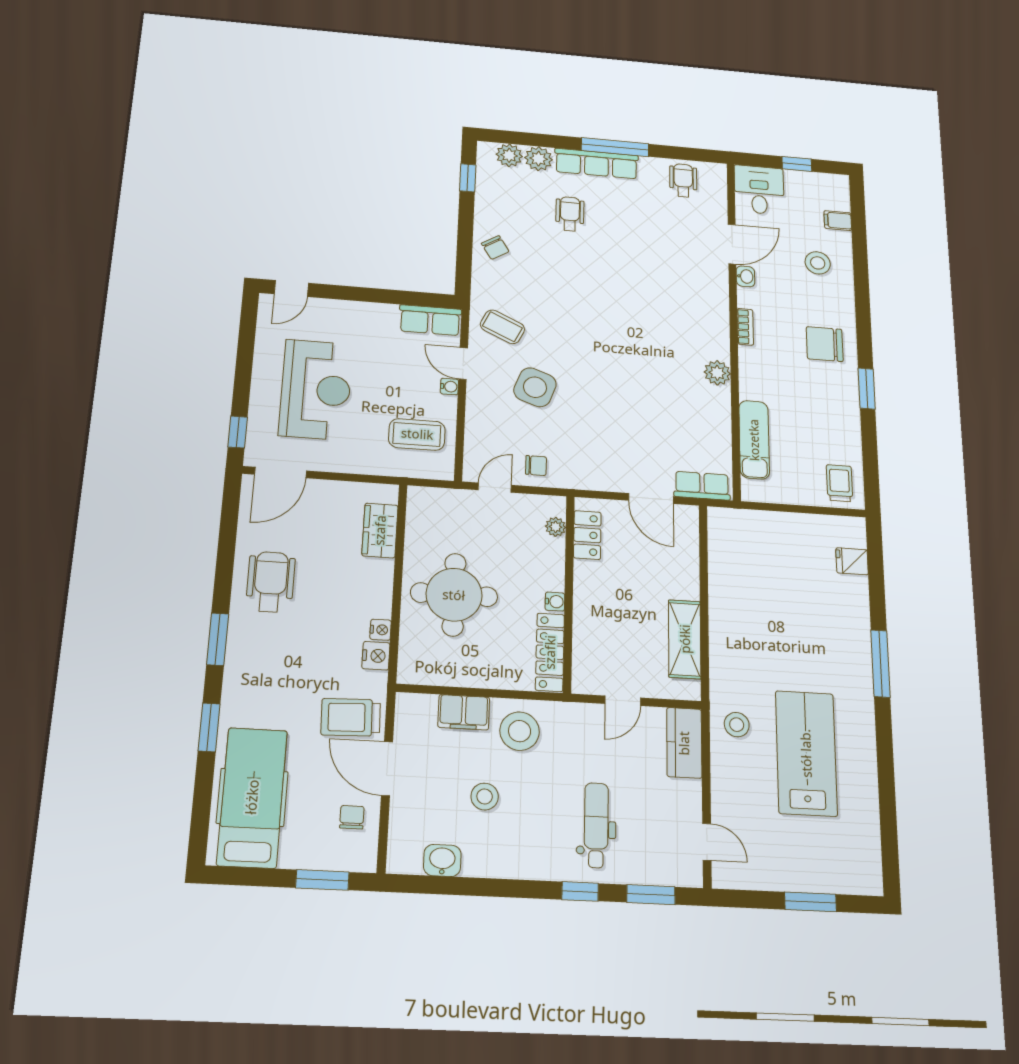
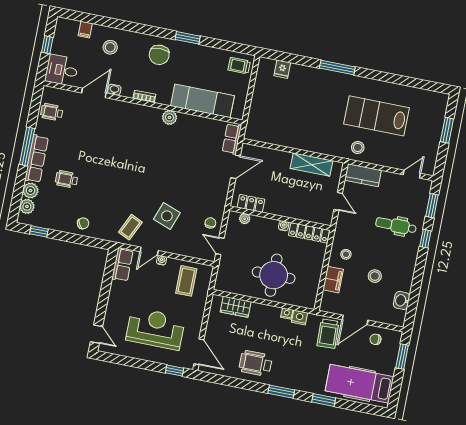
door: (732, 244) -> (94, 93), hinge flipped
exam couch: (754, 440) -> (202, 101), width x1.36, depth x1.45
stool: (520, 731) -> (346, 254), width x0.53, depth x0.53

